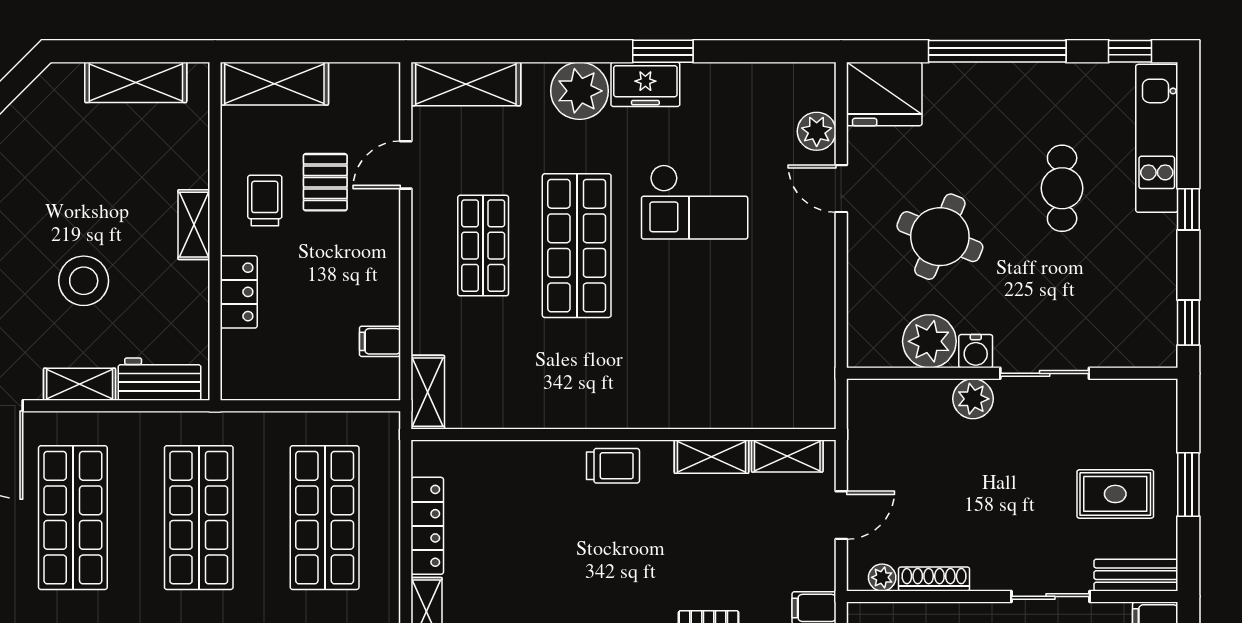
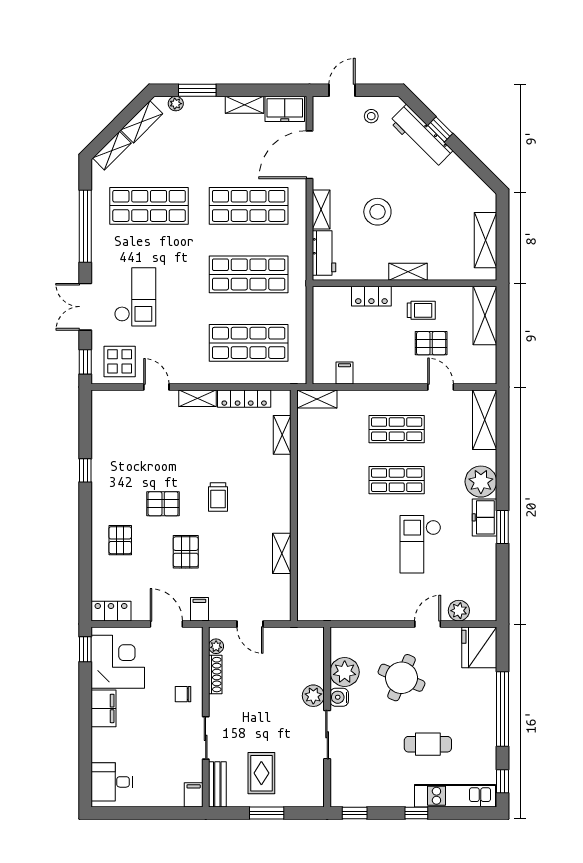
shop shelf: (577, 246) -> (397, 480), width x0.70, depth x0.74
shelving: (787, 456) -> (282, 435), moved
trolley: (613, 466) -> (218, 497), moved

